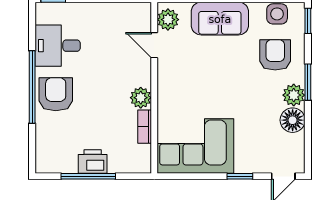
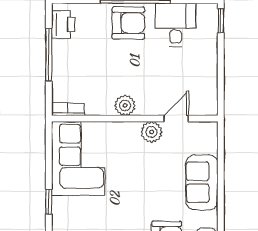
plant: (168, 20) -> (151, 132), moved
bookcase: (145, 127) -> (68, 109), moved
printer: (93, 162) -> (63, 25), moved

